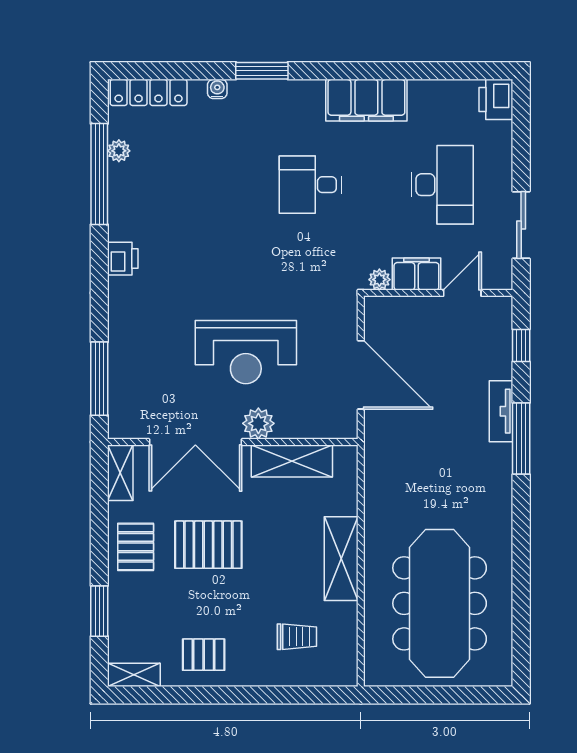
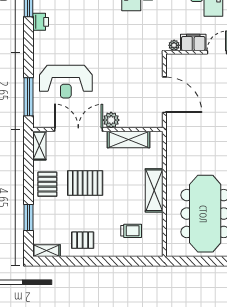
printer: (123, 259) -> (41, 22), moved
reception desk: (246, 352) -> (66, 82), moved
double door: (195, 442) -> (78, 130), swing flipped

